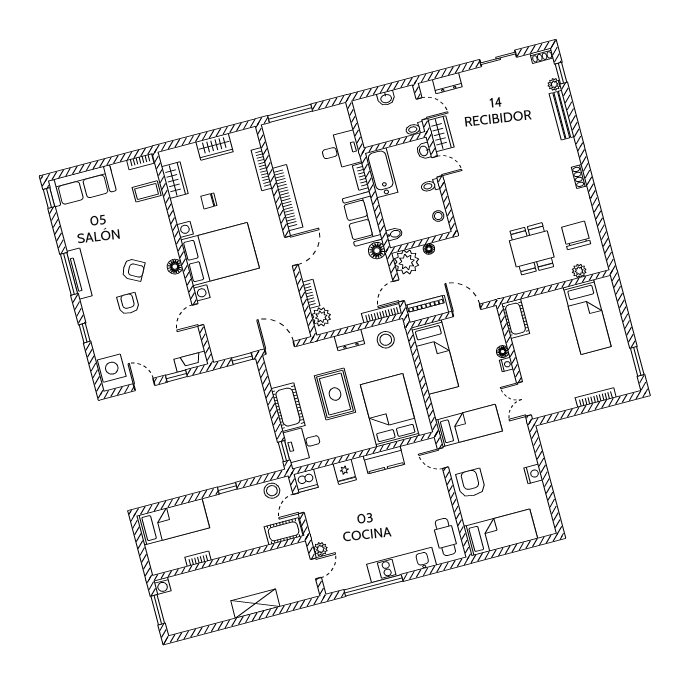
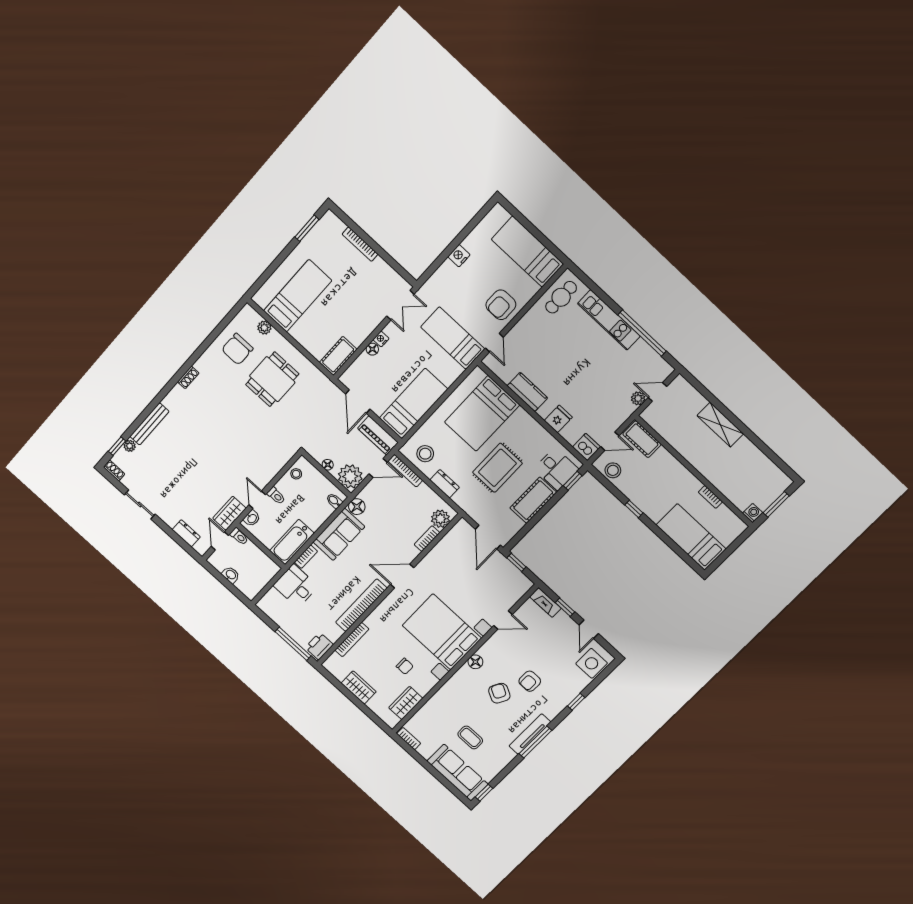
printer: (274, 136) -> (319, 646), added
coffee table: (147, 191) -> (470, 737), moved

